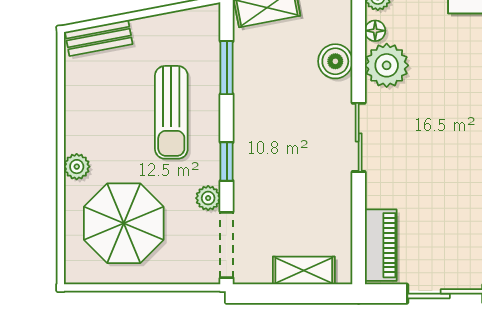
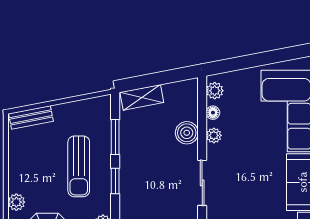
plant: (387, 65) -> (214, 135), width x0.53, depth x0.53
window: (227, 162) -> (115, 181), moved

